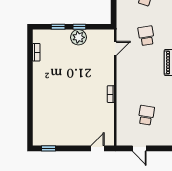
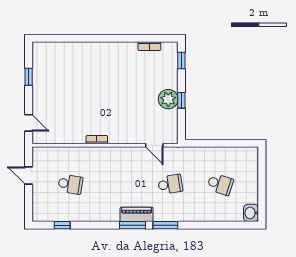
window: (58, 27) -> (181, 60), moved
window: (48, 148) -> (29, 77), moved
door: (139, 148) -> (29, 176), hinge flipped

